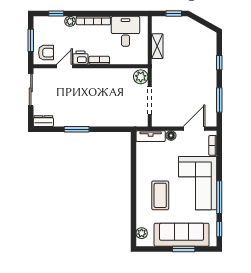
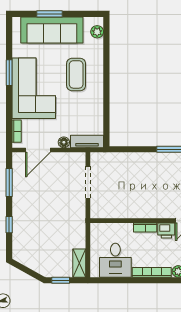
shelving: (157, 46) -> (79, 263), moved
plant: (141, 77) -> (98, 209), removed
window: (219, 197) -> (9, 73), width x0.69
window: (219, 229) -> (9, 36), removed

